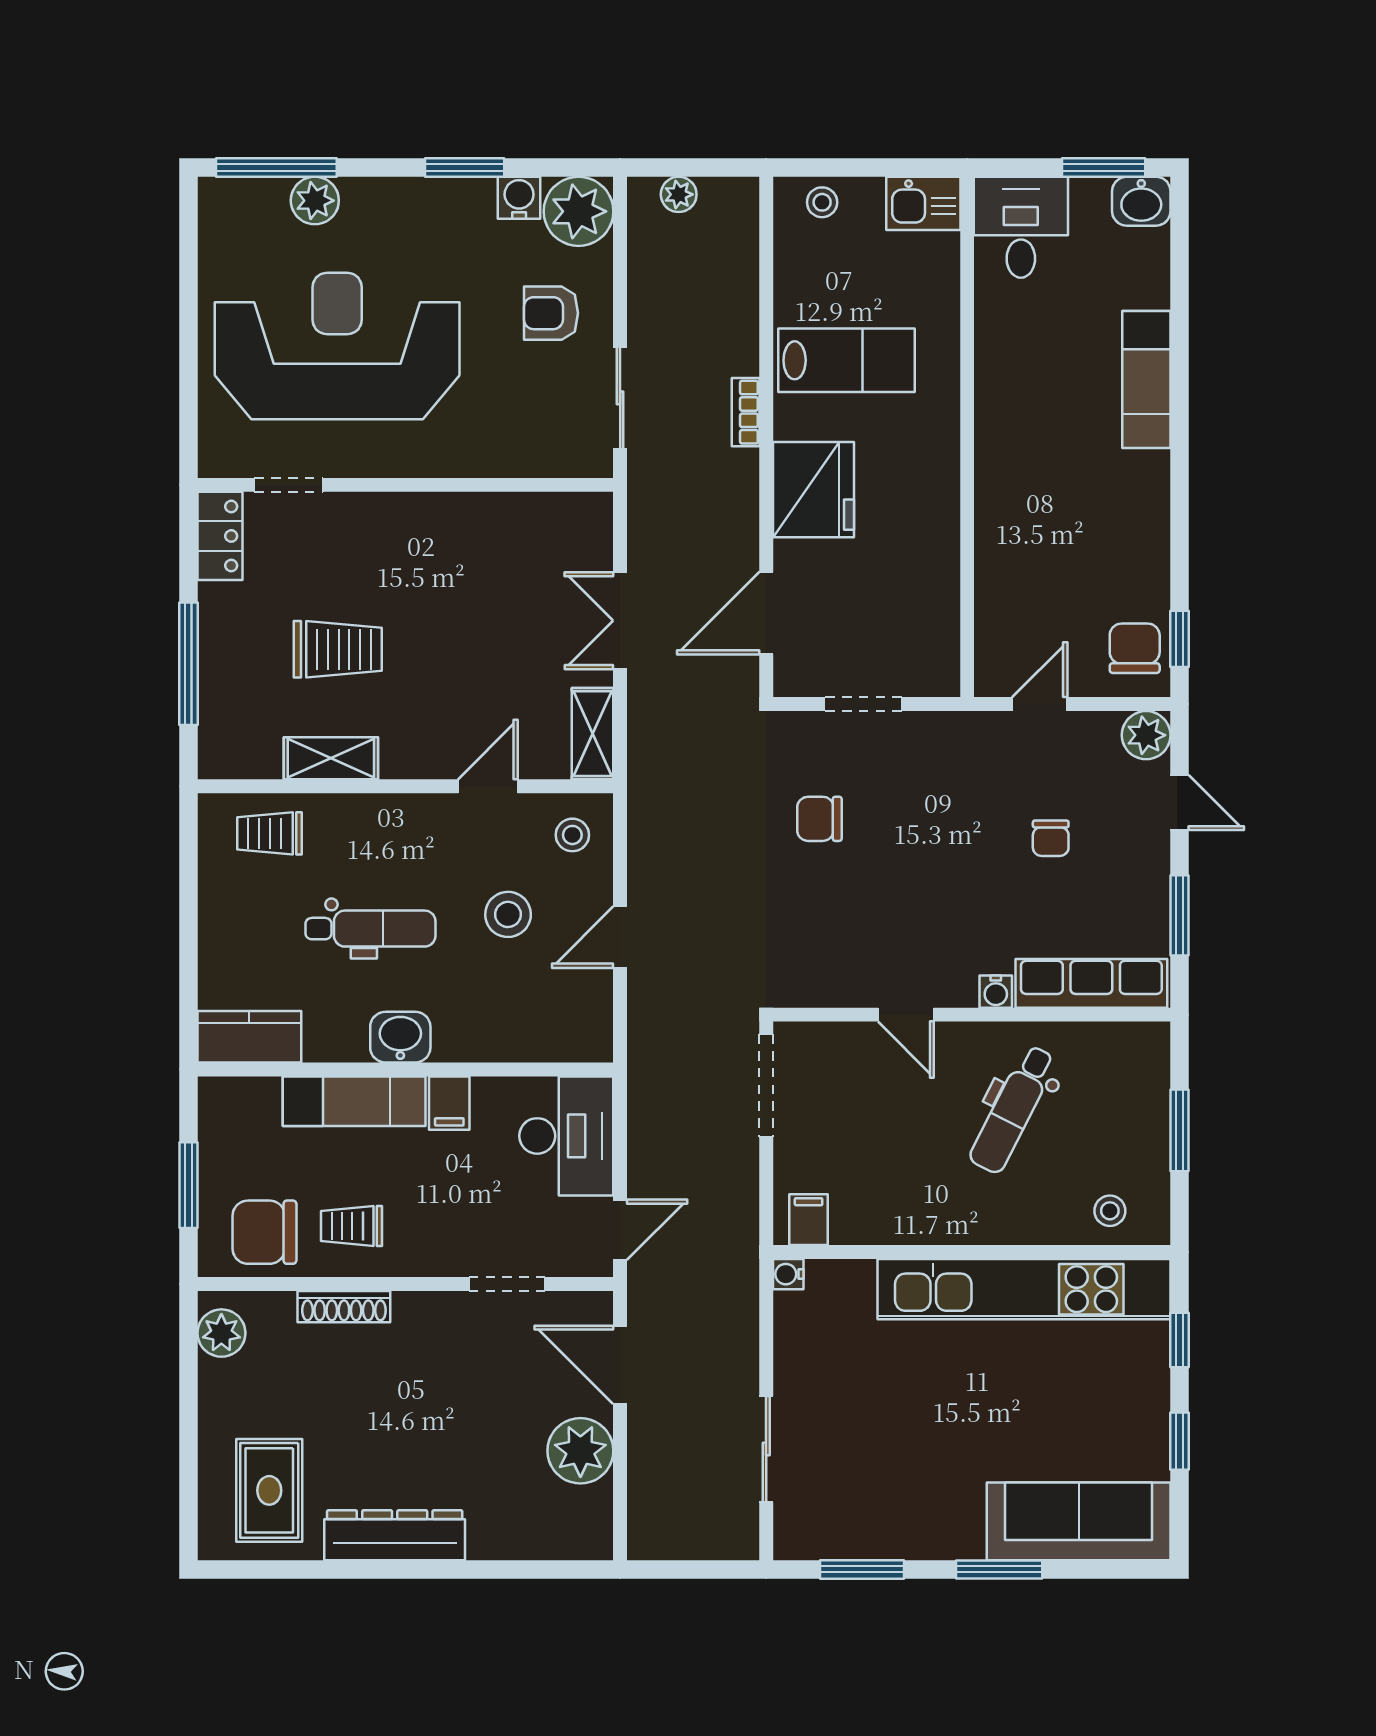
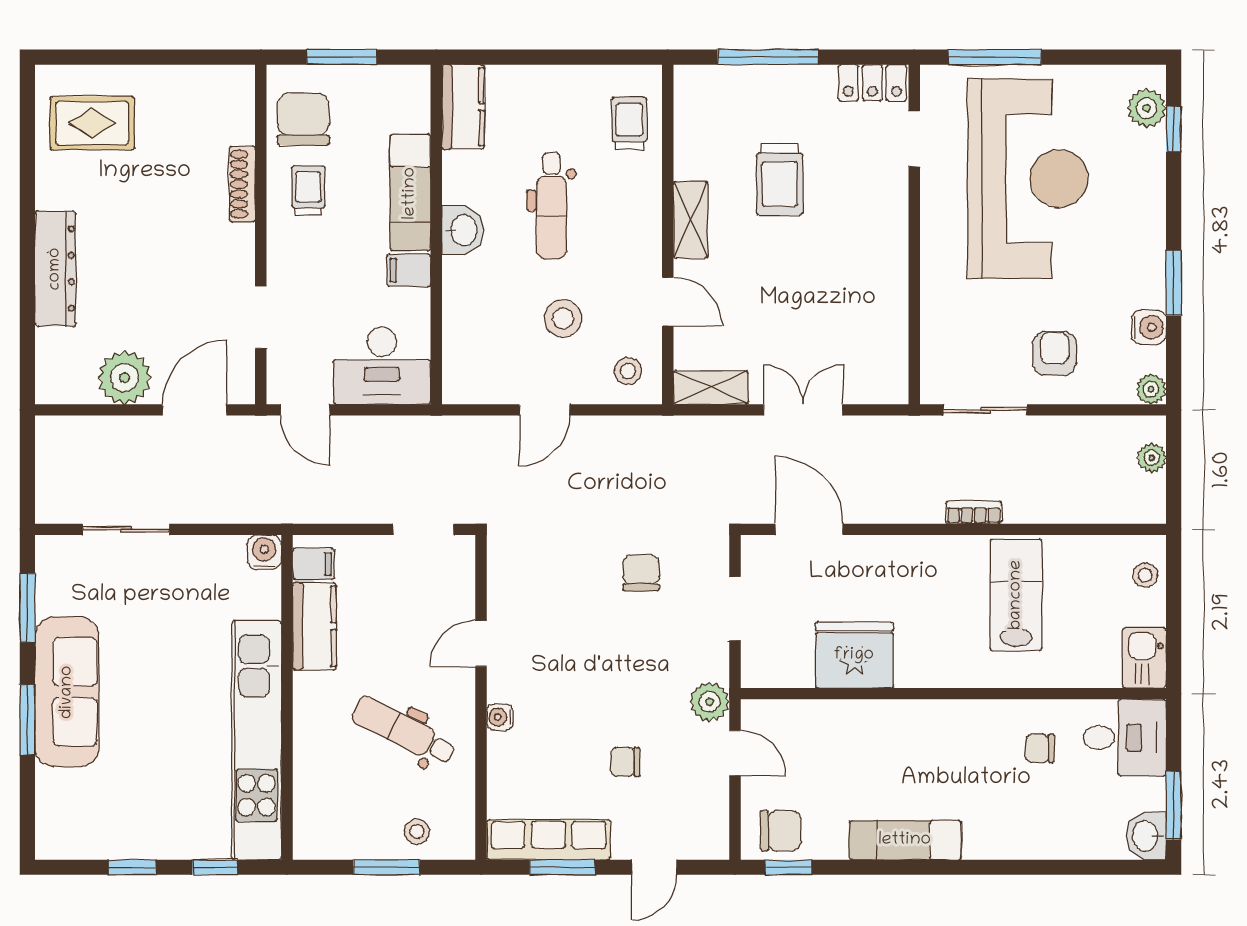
window: (276, 167) -> (1174, 129), width x0.46
plant: (315, 201) -> (1147, 108), moved
plant: (579, 211) -> (1151, 389), width x0.53, depth x0.53
chair: (1034, 331) -> (1040, 748), added
lab bench: (846, 360) -> (1016, 595), turned 180
exam couch: (1146, 380) -> (905, 840), moved
window: (189, 386) -> (995, 57), added
fridge: (813, 490) -> (854, 655), moved, turned 180
plant: (1146, 735) -> (710, 702), moved
shelving: (331, 758) -> (691, 220), moved
door: (620, 937) -> (544, 410), swing flipped
row of seats: (1091, 983) -> (549, 840), moved, turned -90
doorway: (766, 1085) -> (423, 529), width x0.73
stool: (1110, 1211) -> (417, 832), moved
kitchen counter: (885, 1219) -> (314, 626), added
water cooler: (788, 1274) -> (264, 552), width x1.38, depth x1.38
plant: (221, 1333) -> (221, 84), removed
sofa: (1079, 1521) -> (67, 692), moved
dresser: (395, 1535) -> (55, 269), moved

